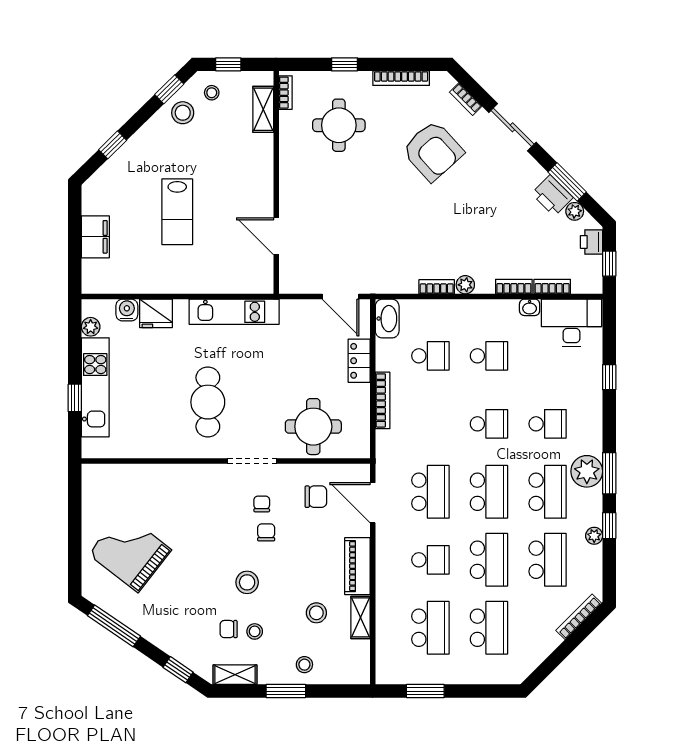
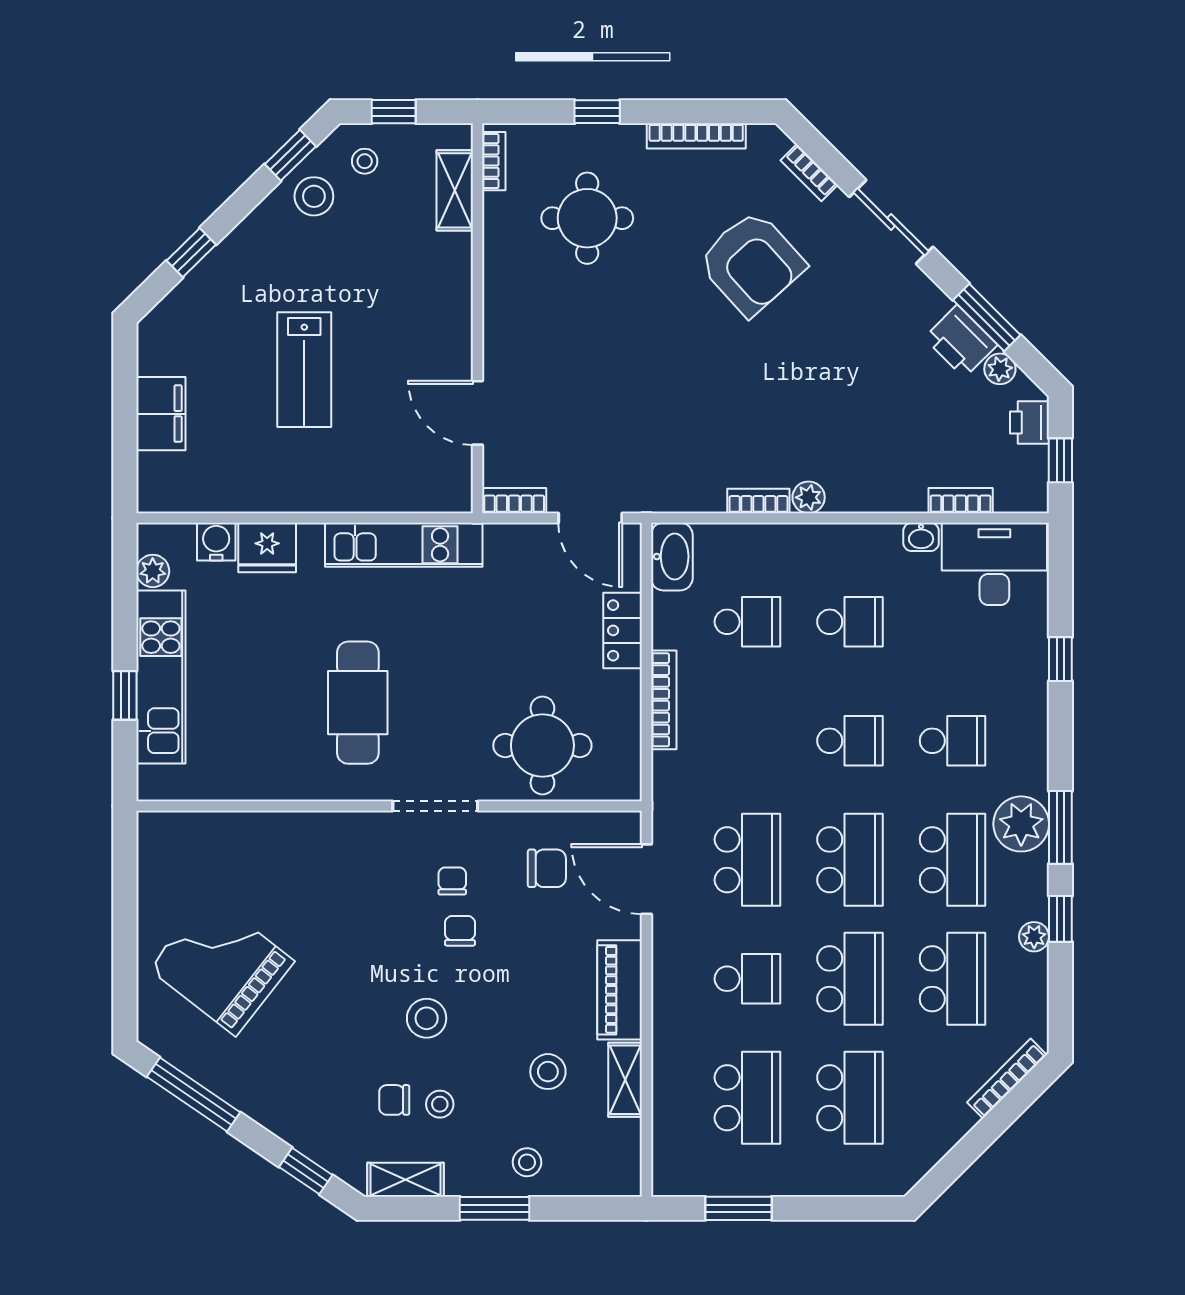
bookcase: (514, 287) -> (514, 501), moved

